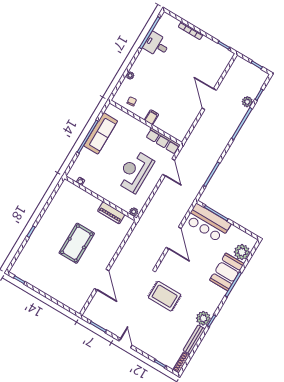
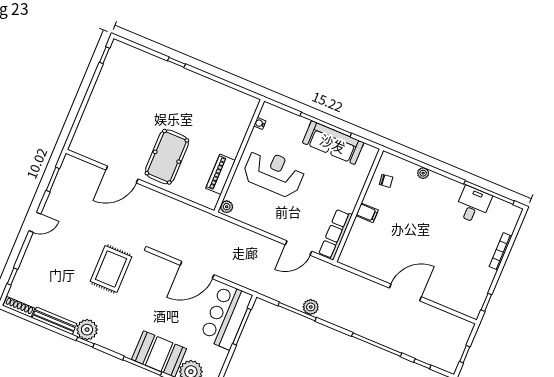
plant: (247, 102) -> (311, 307), moved
reception desk: (135, 171) -> (274, 173), moved
pool table: (77, 243) -> (167, 157), moved, turned 90

